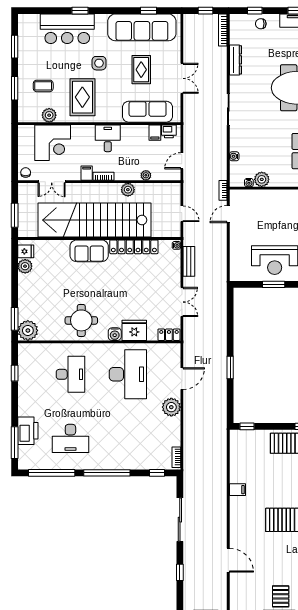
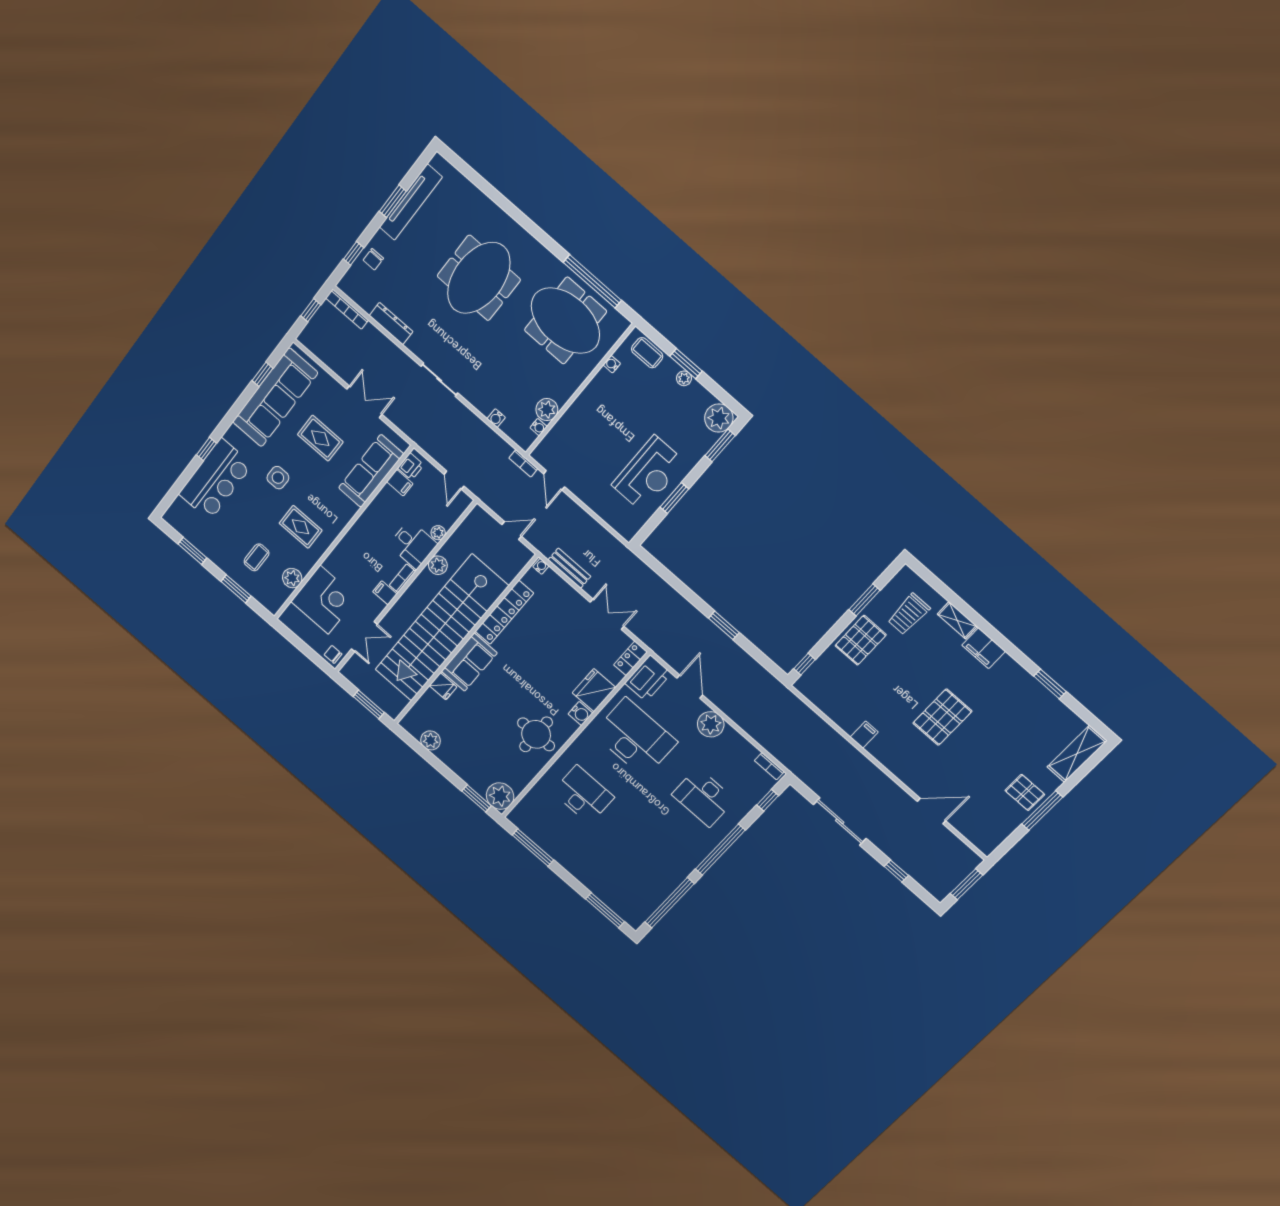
rug: (82, 97) -> (301, 527), width x0.73, depth x0.70
desk: (108, 138) -> (413, 545), moved, turned 180
fridge: (26, 251) -> (443, 686), moved, turned 90
window: (15, 373) -> (533, 848), width x2.17
printer: (28, 431) -> (648, 678), moved, turned 90
desk: (70, 438) -> (703, 797), moved, turned 90

